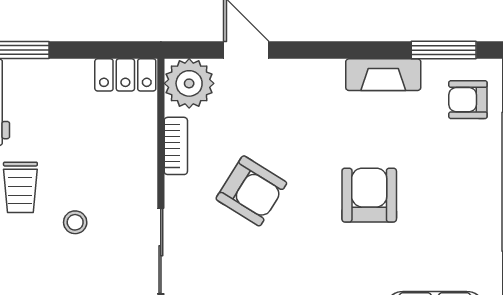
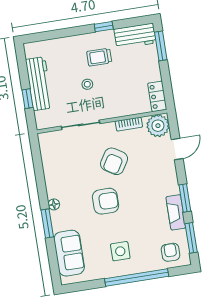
window: (355, 50) -> (185, 198), added
armchair: (369, 195) -> (106, 201), moved
side table: (448, 208) -> (120, 251), added

